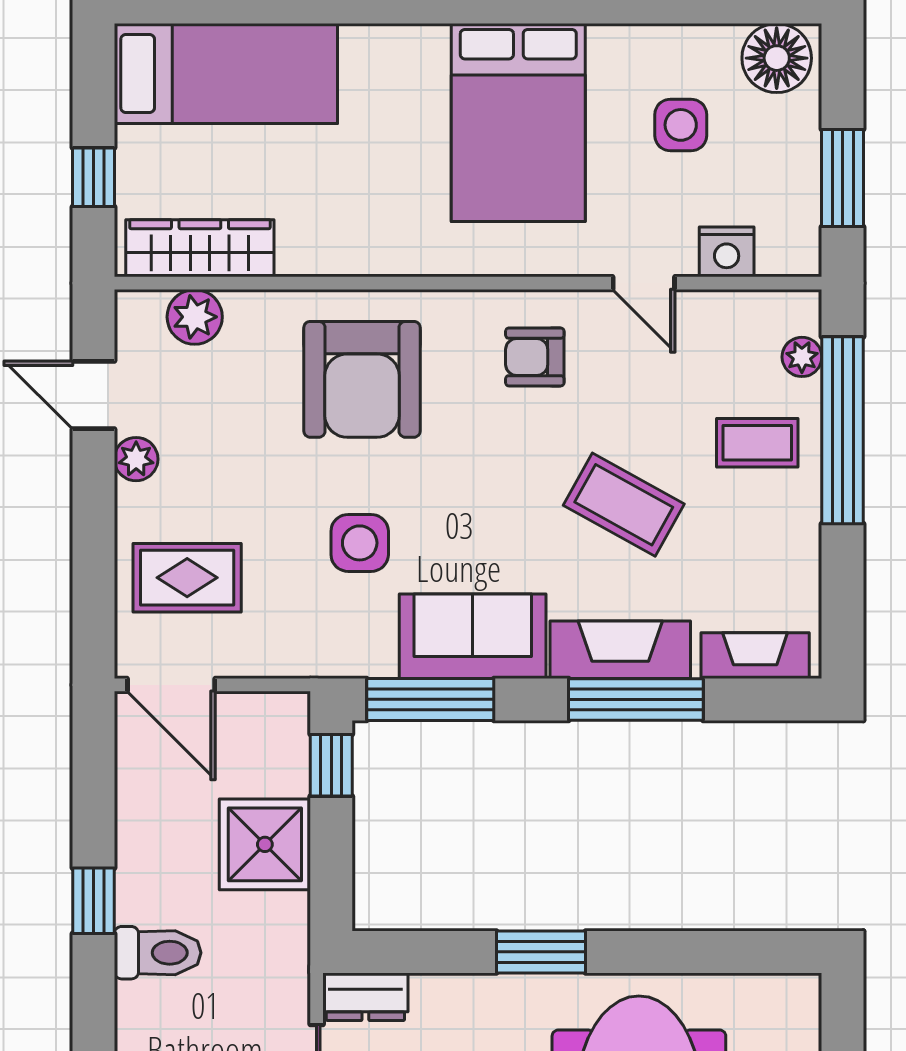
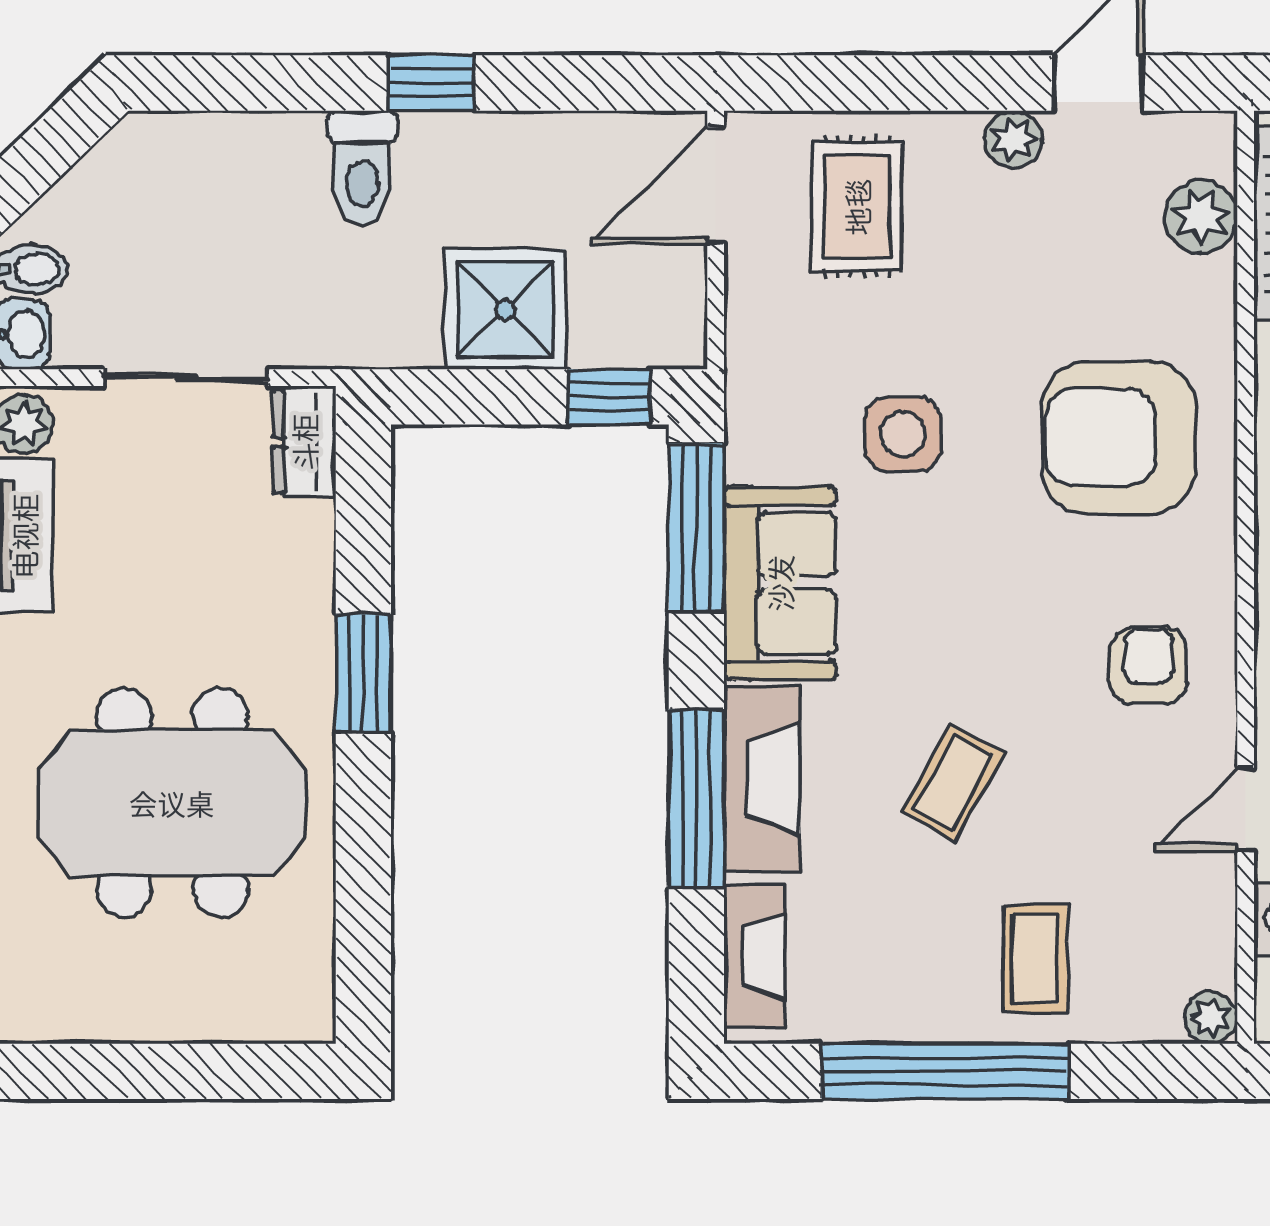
plant: (802, 357) -> (1211, 1018), moved
window: (843, 430) -> (945, 1071), moved
coffee table: (624, 505) -> (953, 783), width x0.73, depth x0.77

